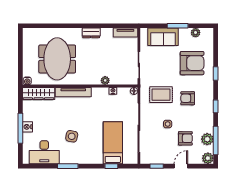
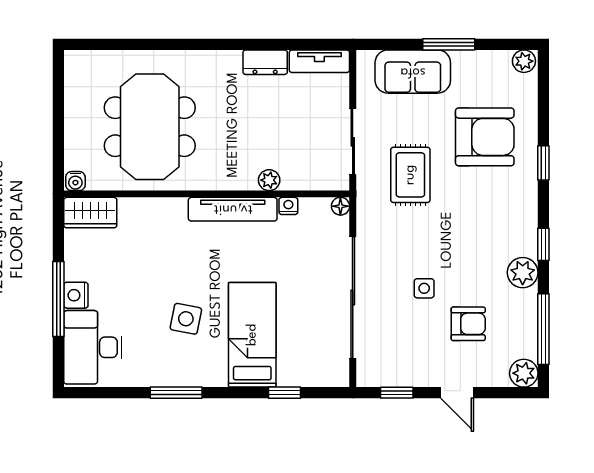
dresser: (91, 33) -> (265, 62), moved
plant: (196, 33) -> (524, 61), moved
tv unit: (73, 92) -> (233, 209), moved
wardrobe: (39, 94) -> (90, 213), width x0.67
rug: (161, 95) -> (410, 175), moved, turned 90
armchair: (188, 98) -> (474, 224), removed
plant: (207, 139) -> (523, 273), moved
bed: (113, 143) -> (252, 335), moved
desk: (44, 152) -> (93, 347), moved, turned 90
door: (181, 166) -> (457, 393), swing flipped

